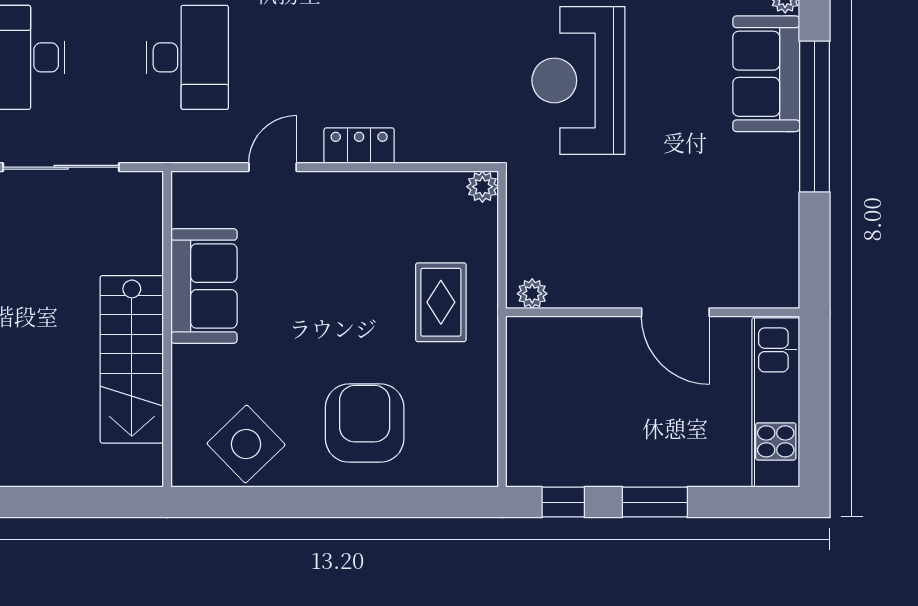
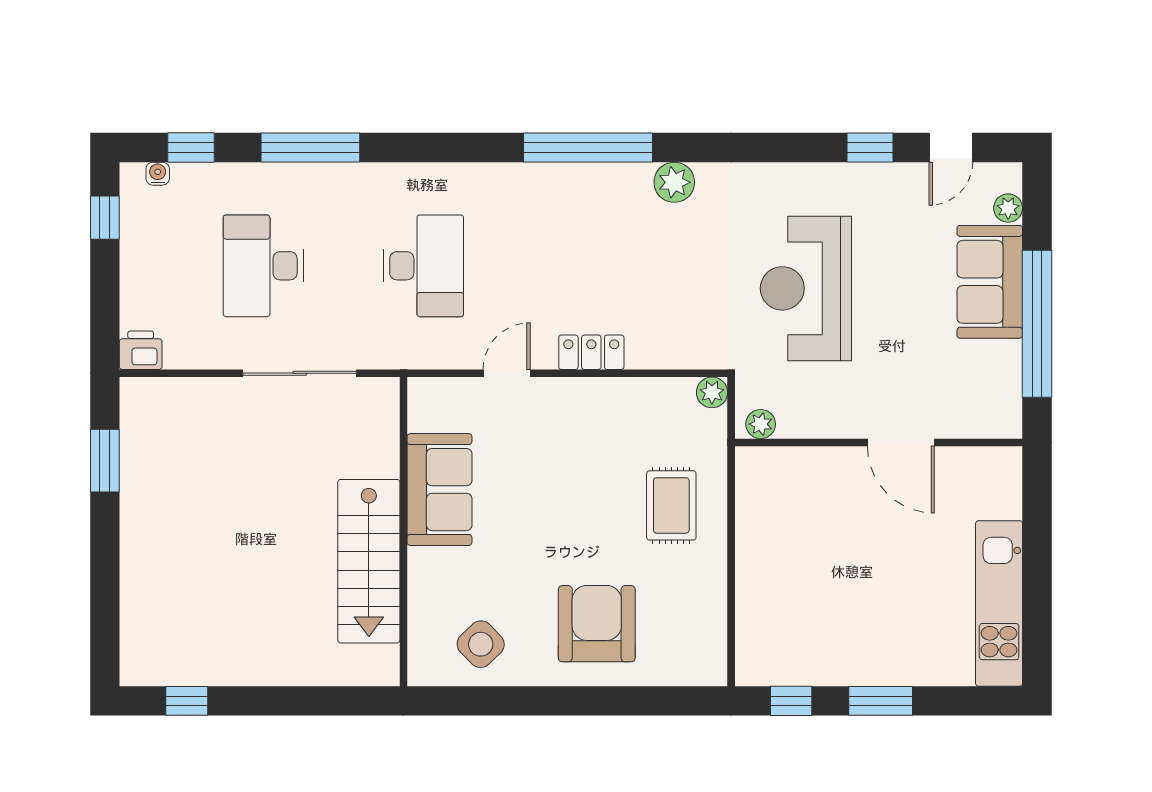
plant: (532, 294) -> (761, 424), moved
wall: (653, 312) -> (879, 442), moved
door: (675, 312) -> (901, 442), moved
side table: (246, 444) -> (481, 644), width x0.73, depth x0.73

